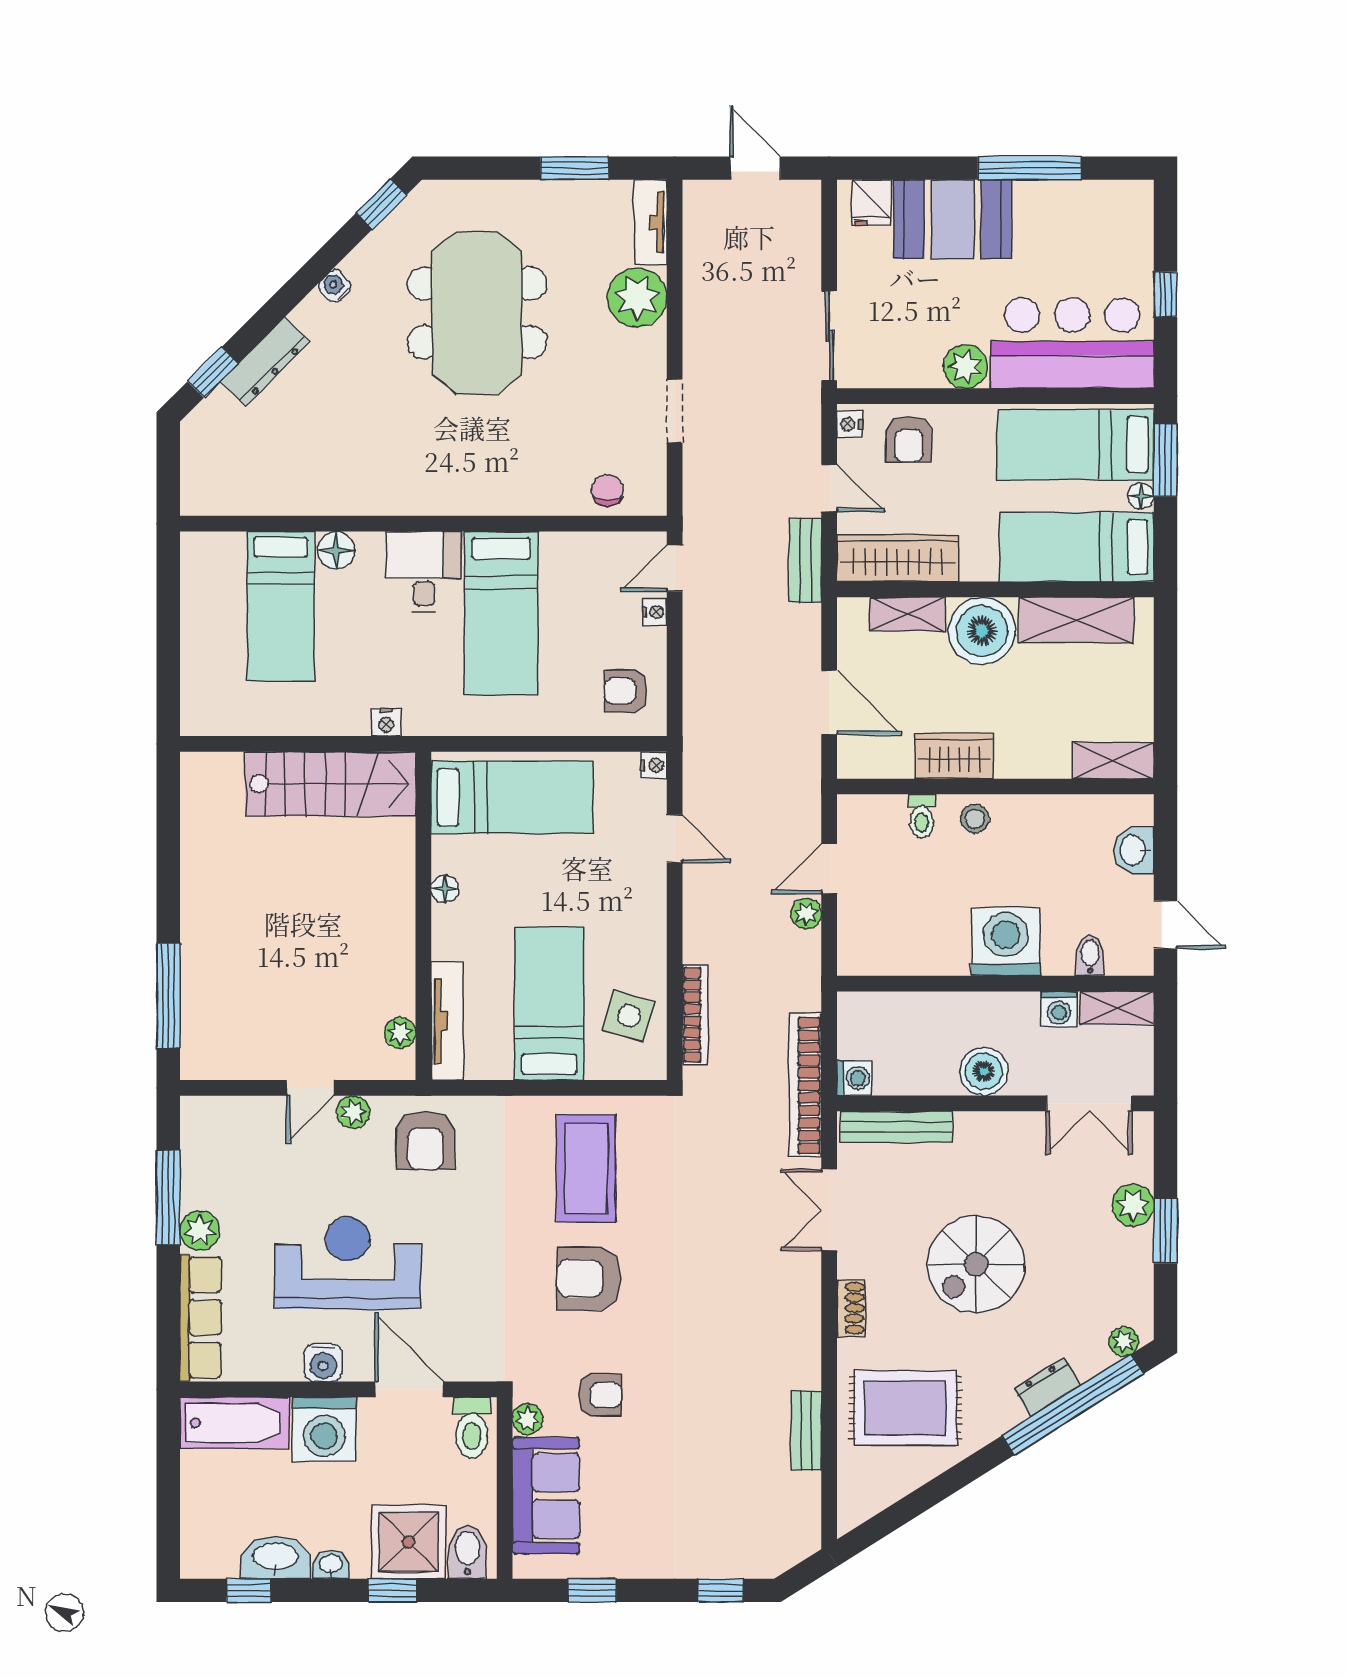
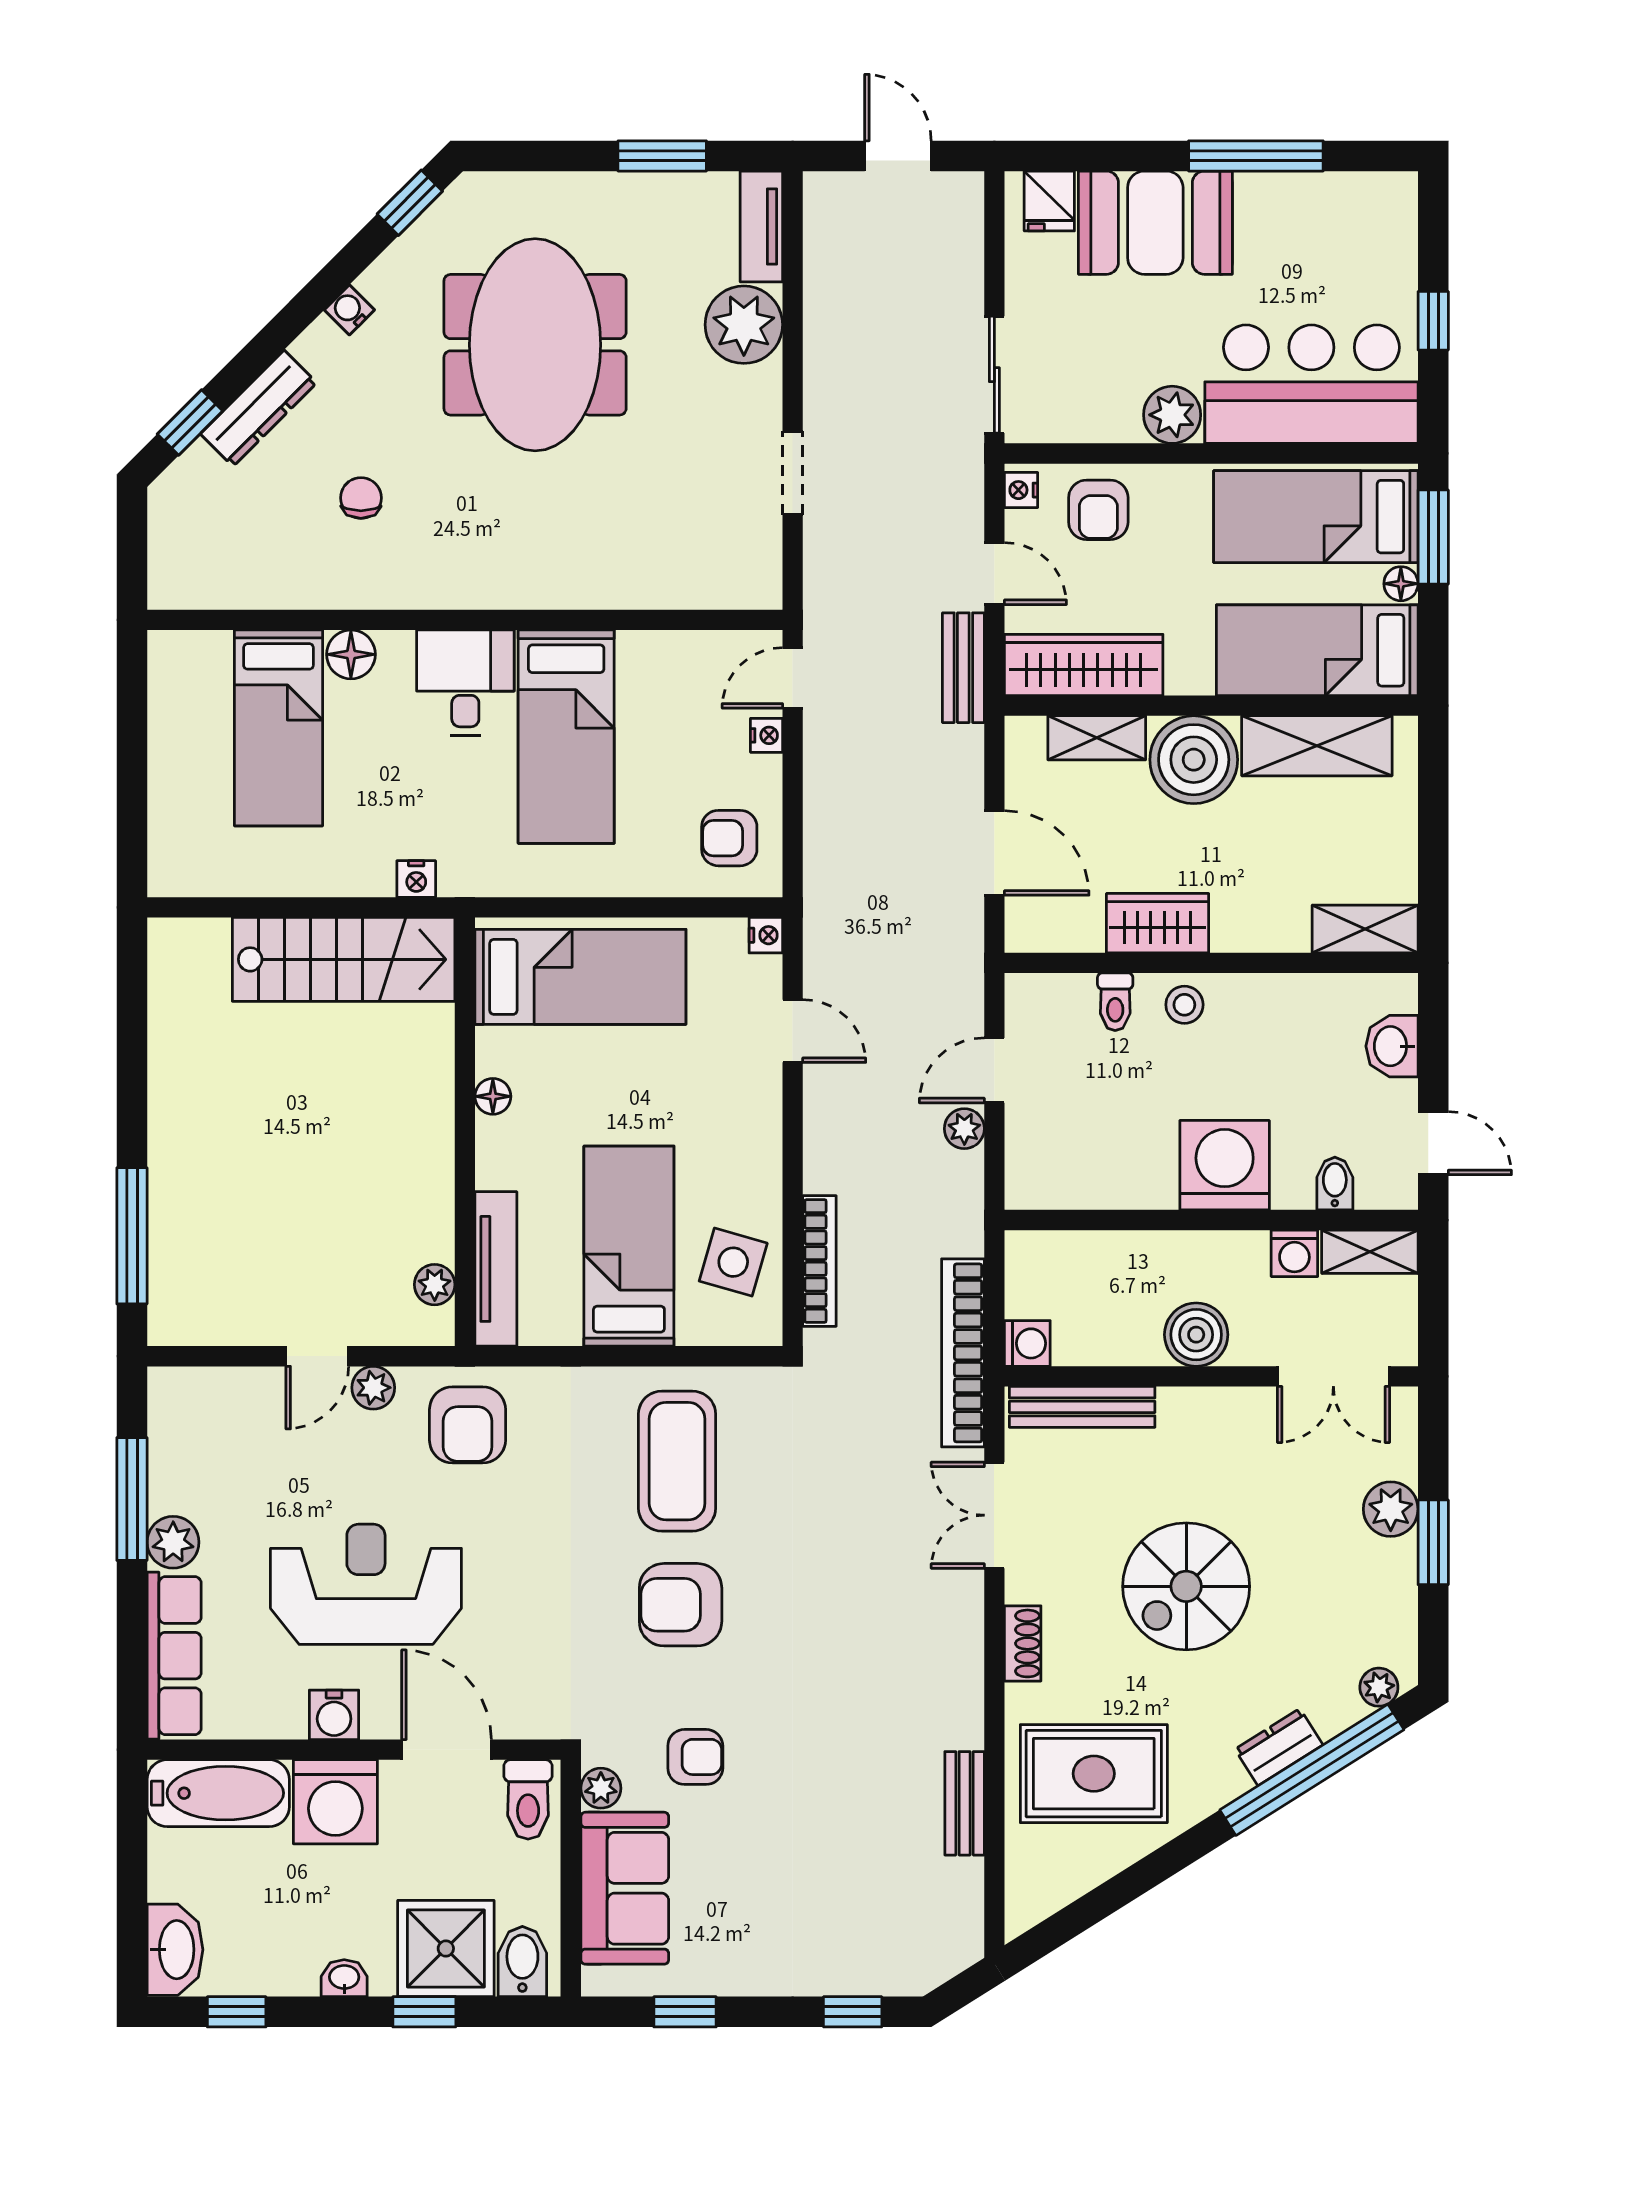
chair: (607, 490) -> (361, 498), moved
washbasin: (275, 1557) -> (175, 1950), moved, turned 90

